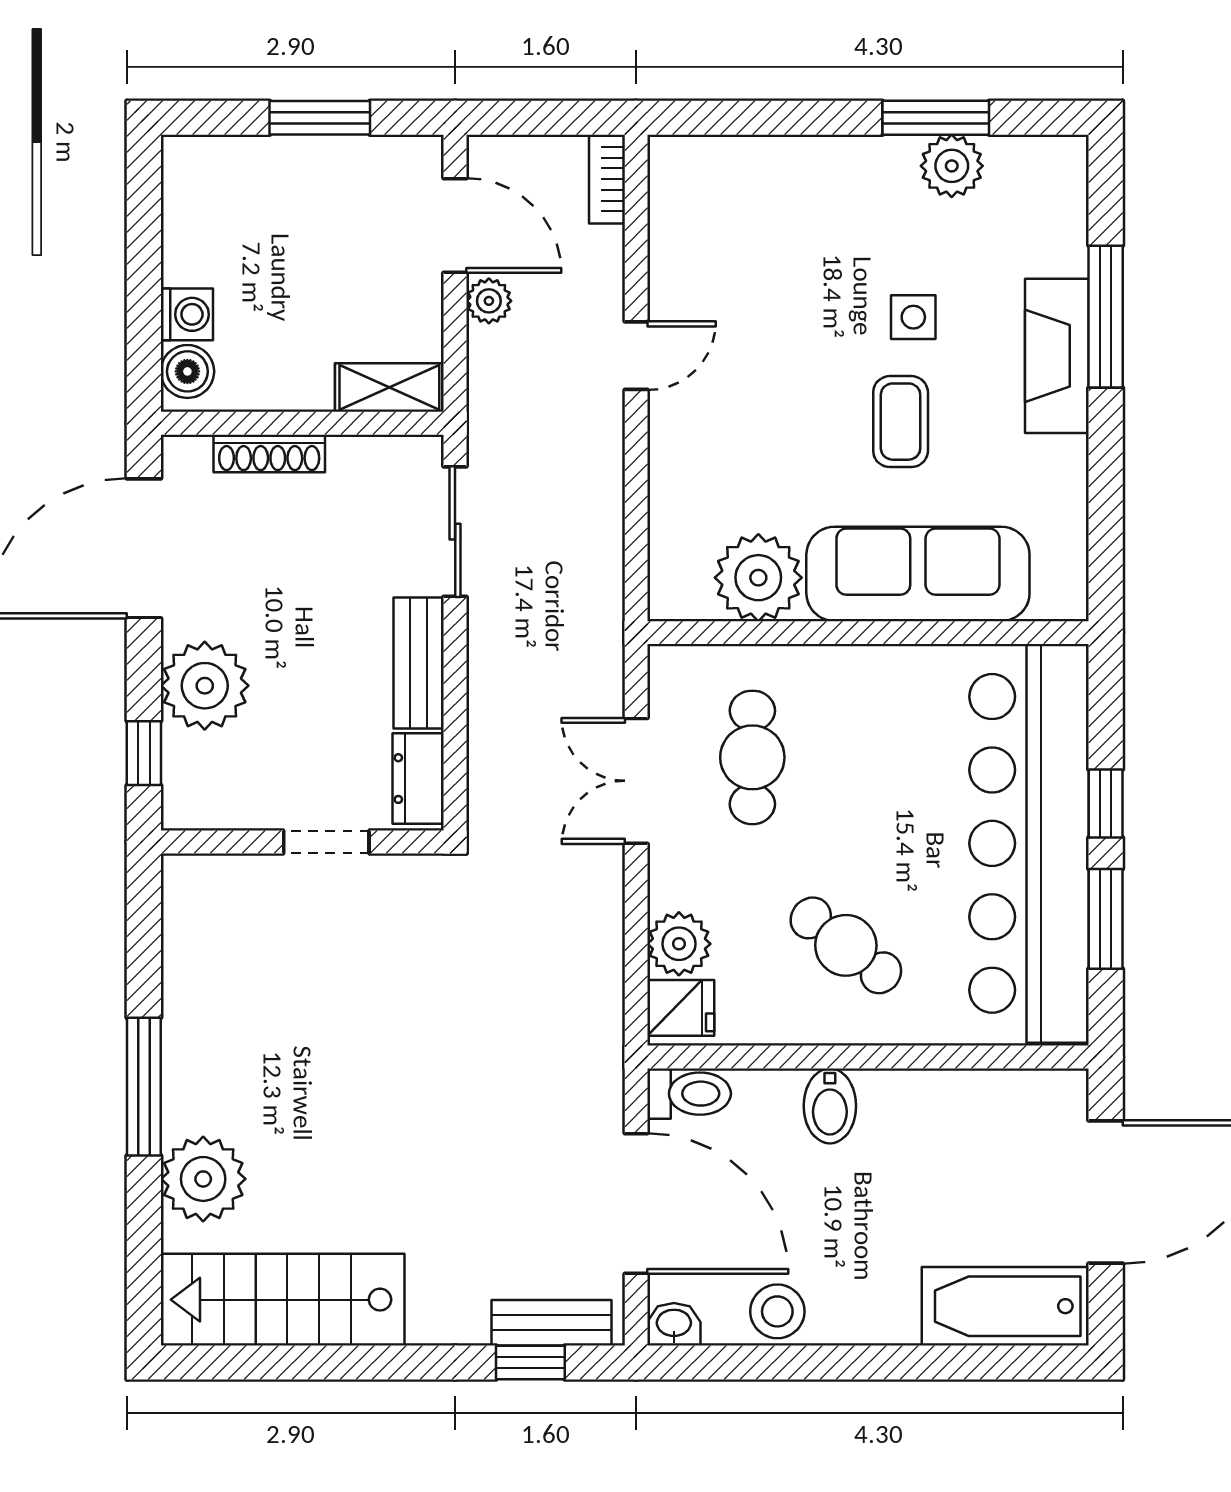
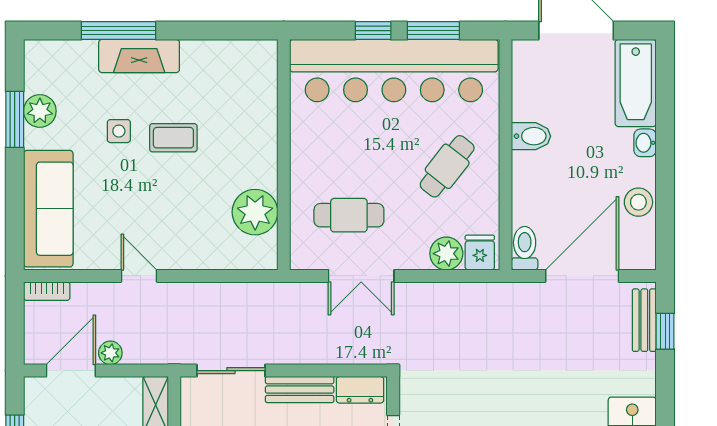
sofa: (918, 574) -> (48, 209), moved, turned 180
bidet: (830, 1106) -> (531, 136), moved
washbasin: (674, 1324) -> (645, 143), moved

